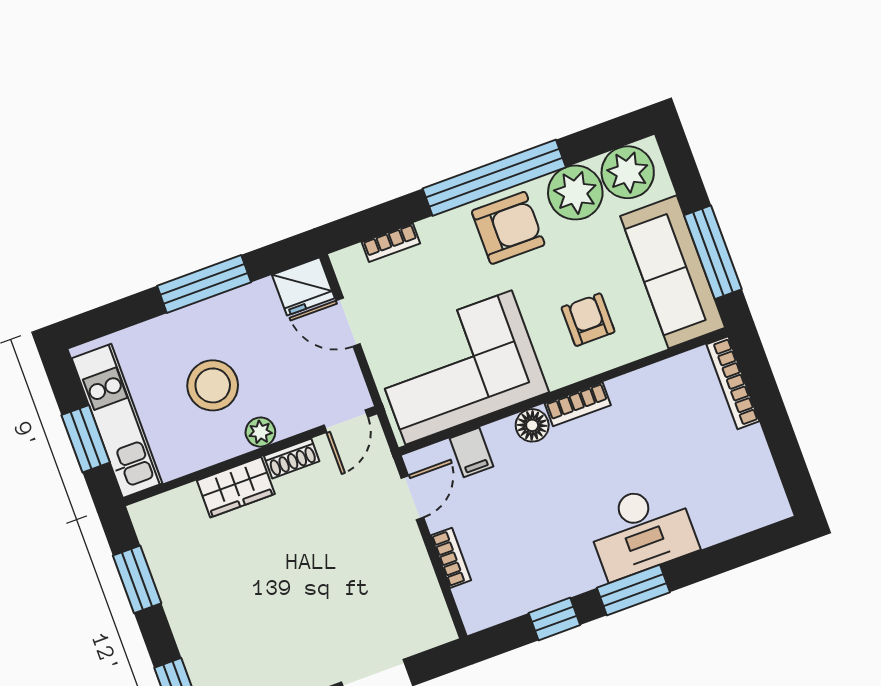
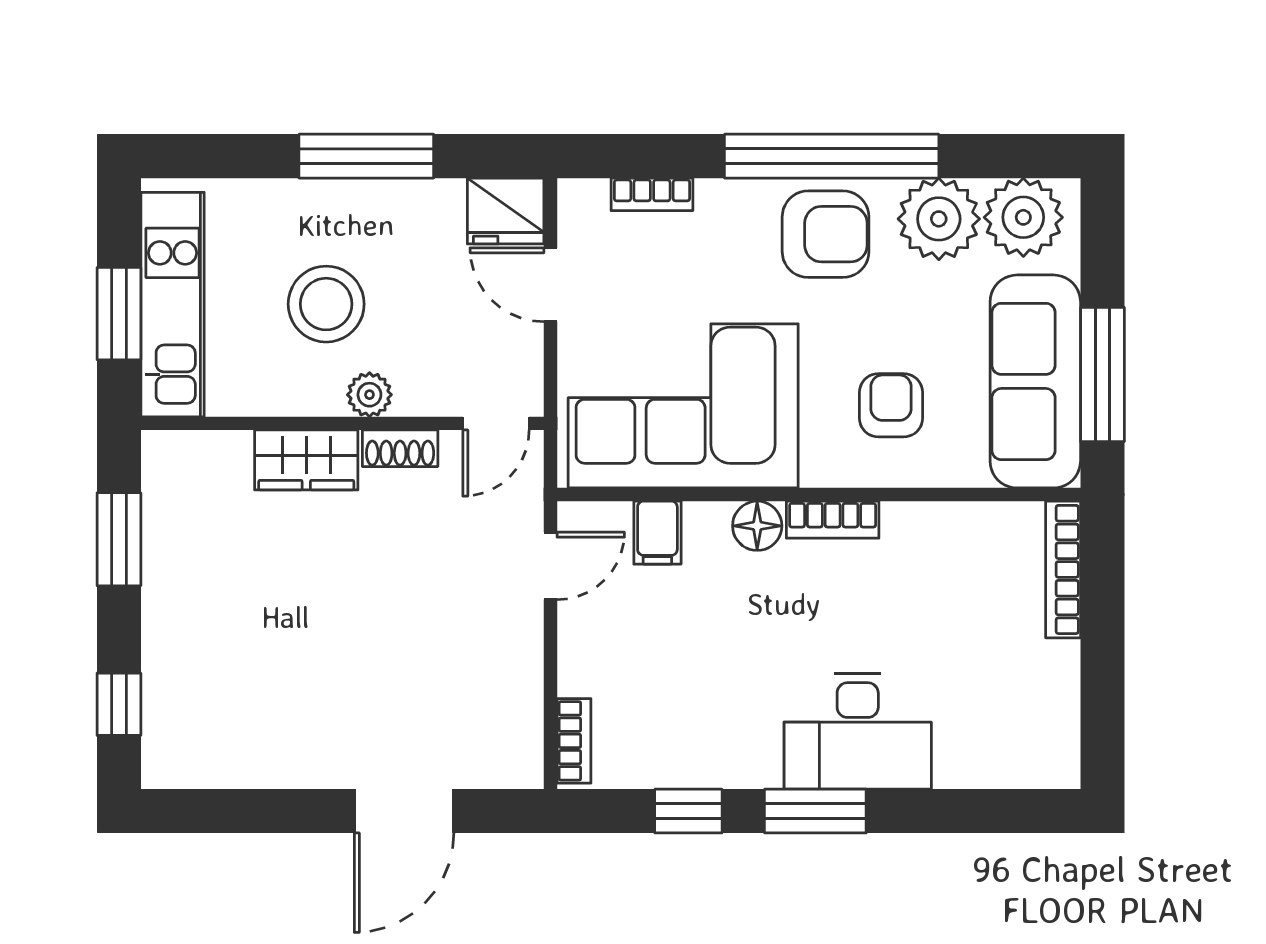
bookcase: (451, 558) -> (574, 741), moved

